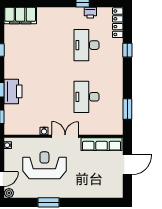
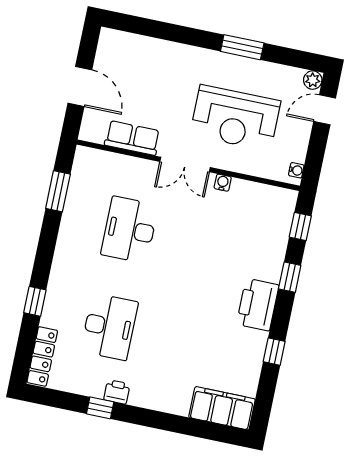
printer: (90, 13) -> (117, 392), moved
printer: (13, 91) -> (258, 305), moved
desk: (87, 97) -> (130, 230), turned 180
row of seats: (102, 144) -> (132, 138), width x0.68
door: (127, 165) -> (80, 87), swing flipped

